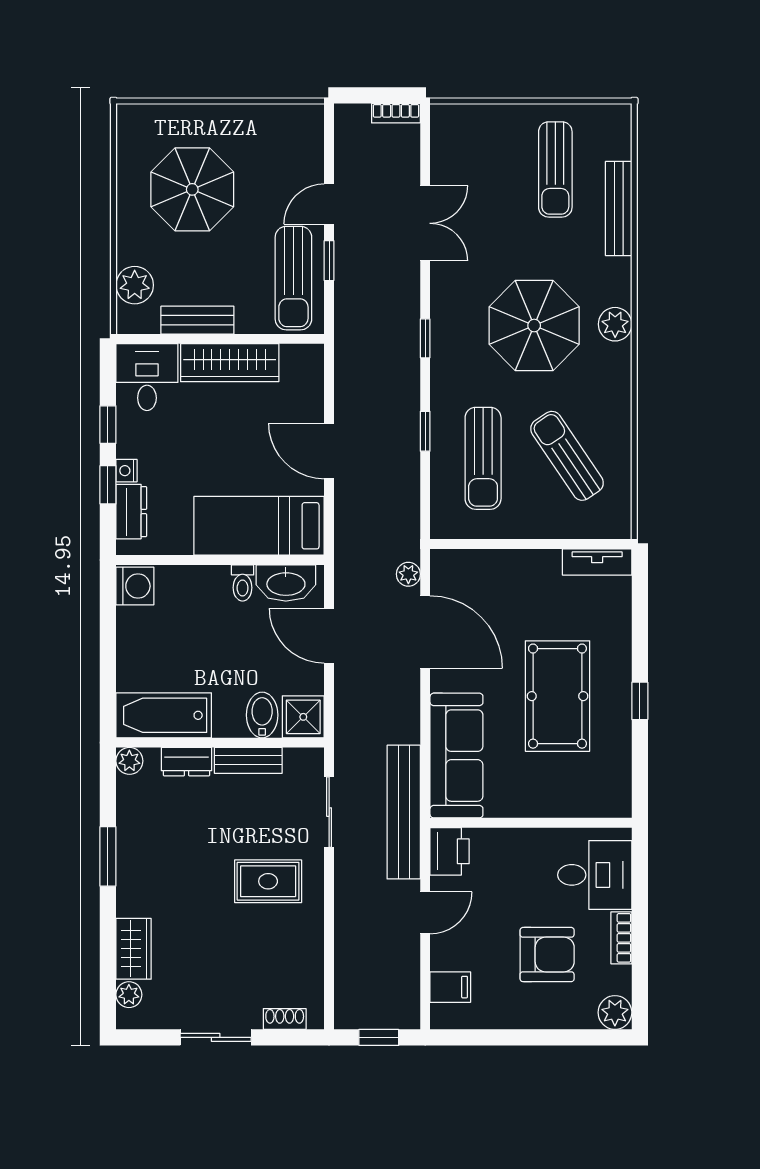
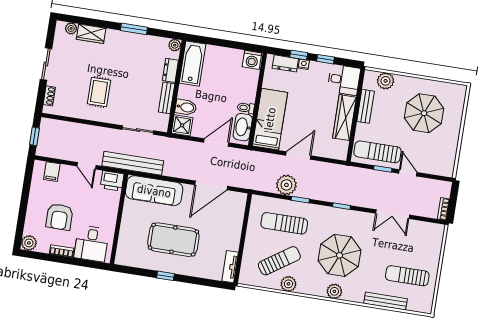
plant: (615, 428) -> (288, 284), added
plant: (408, 574) -> (286, 185), moved, width x1.88, depth x1.88
rug: (268, 881) -> (99, 92), moved

